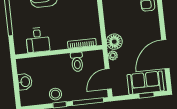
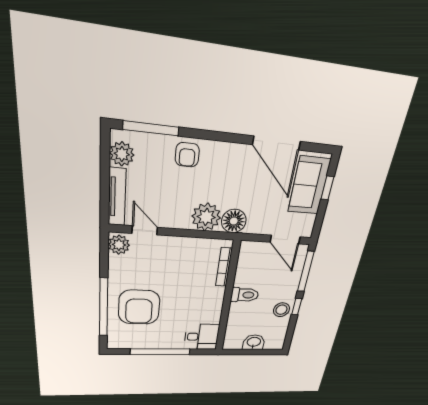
desk: (38, 40) -> (202, 337), moved
plant: (113, 55) -> (206, 217), moved, width x1.88, depth x1.88
toilet: (77, 62) -> (245, 295), moved

